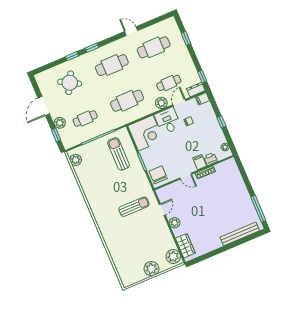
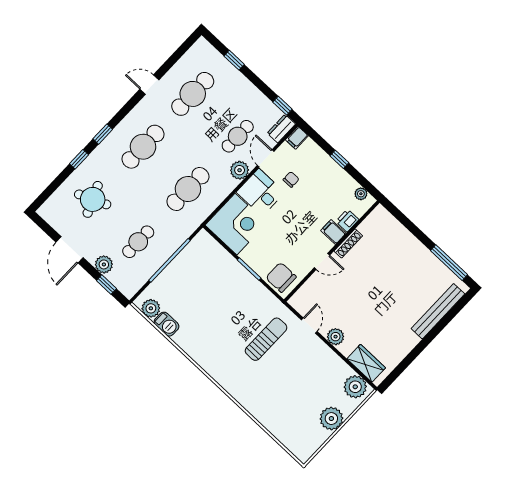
round table: (70, 83) -> (93, 199), turned 38
sun lounger: (119, 154) -> (210, 272), removed
barbecue: (81, 173) -> (167, 324), added

